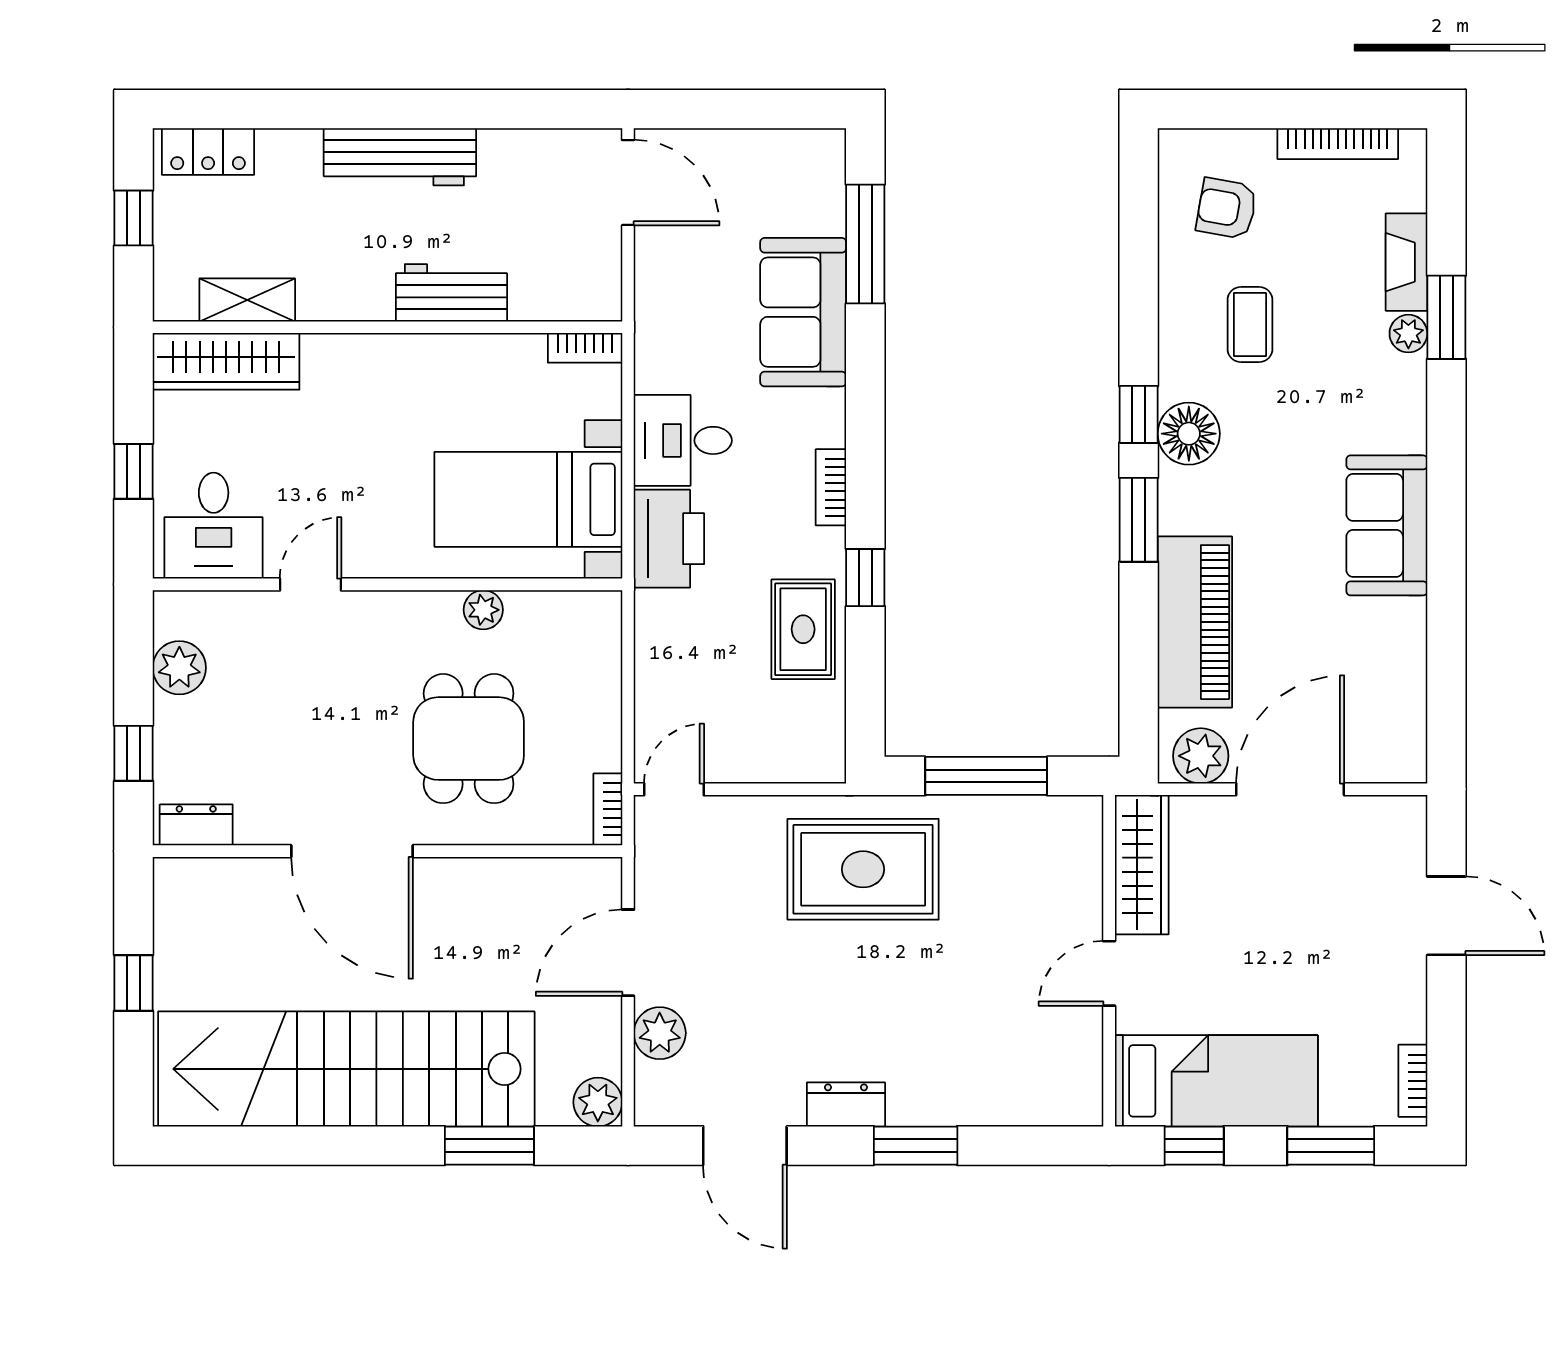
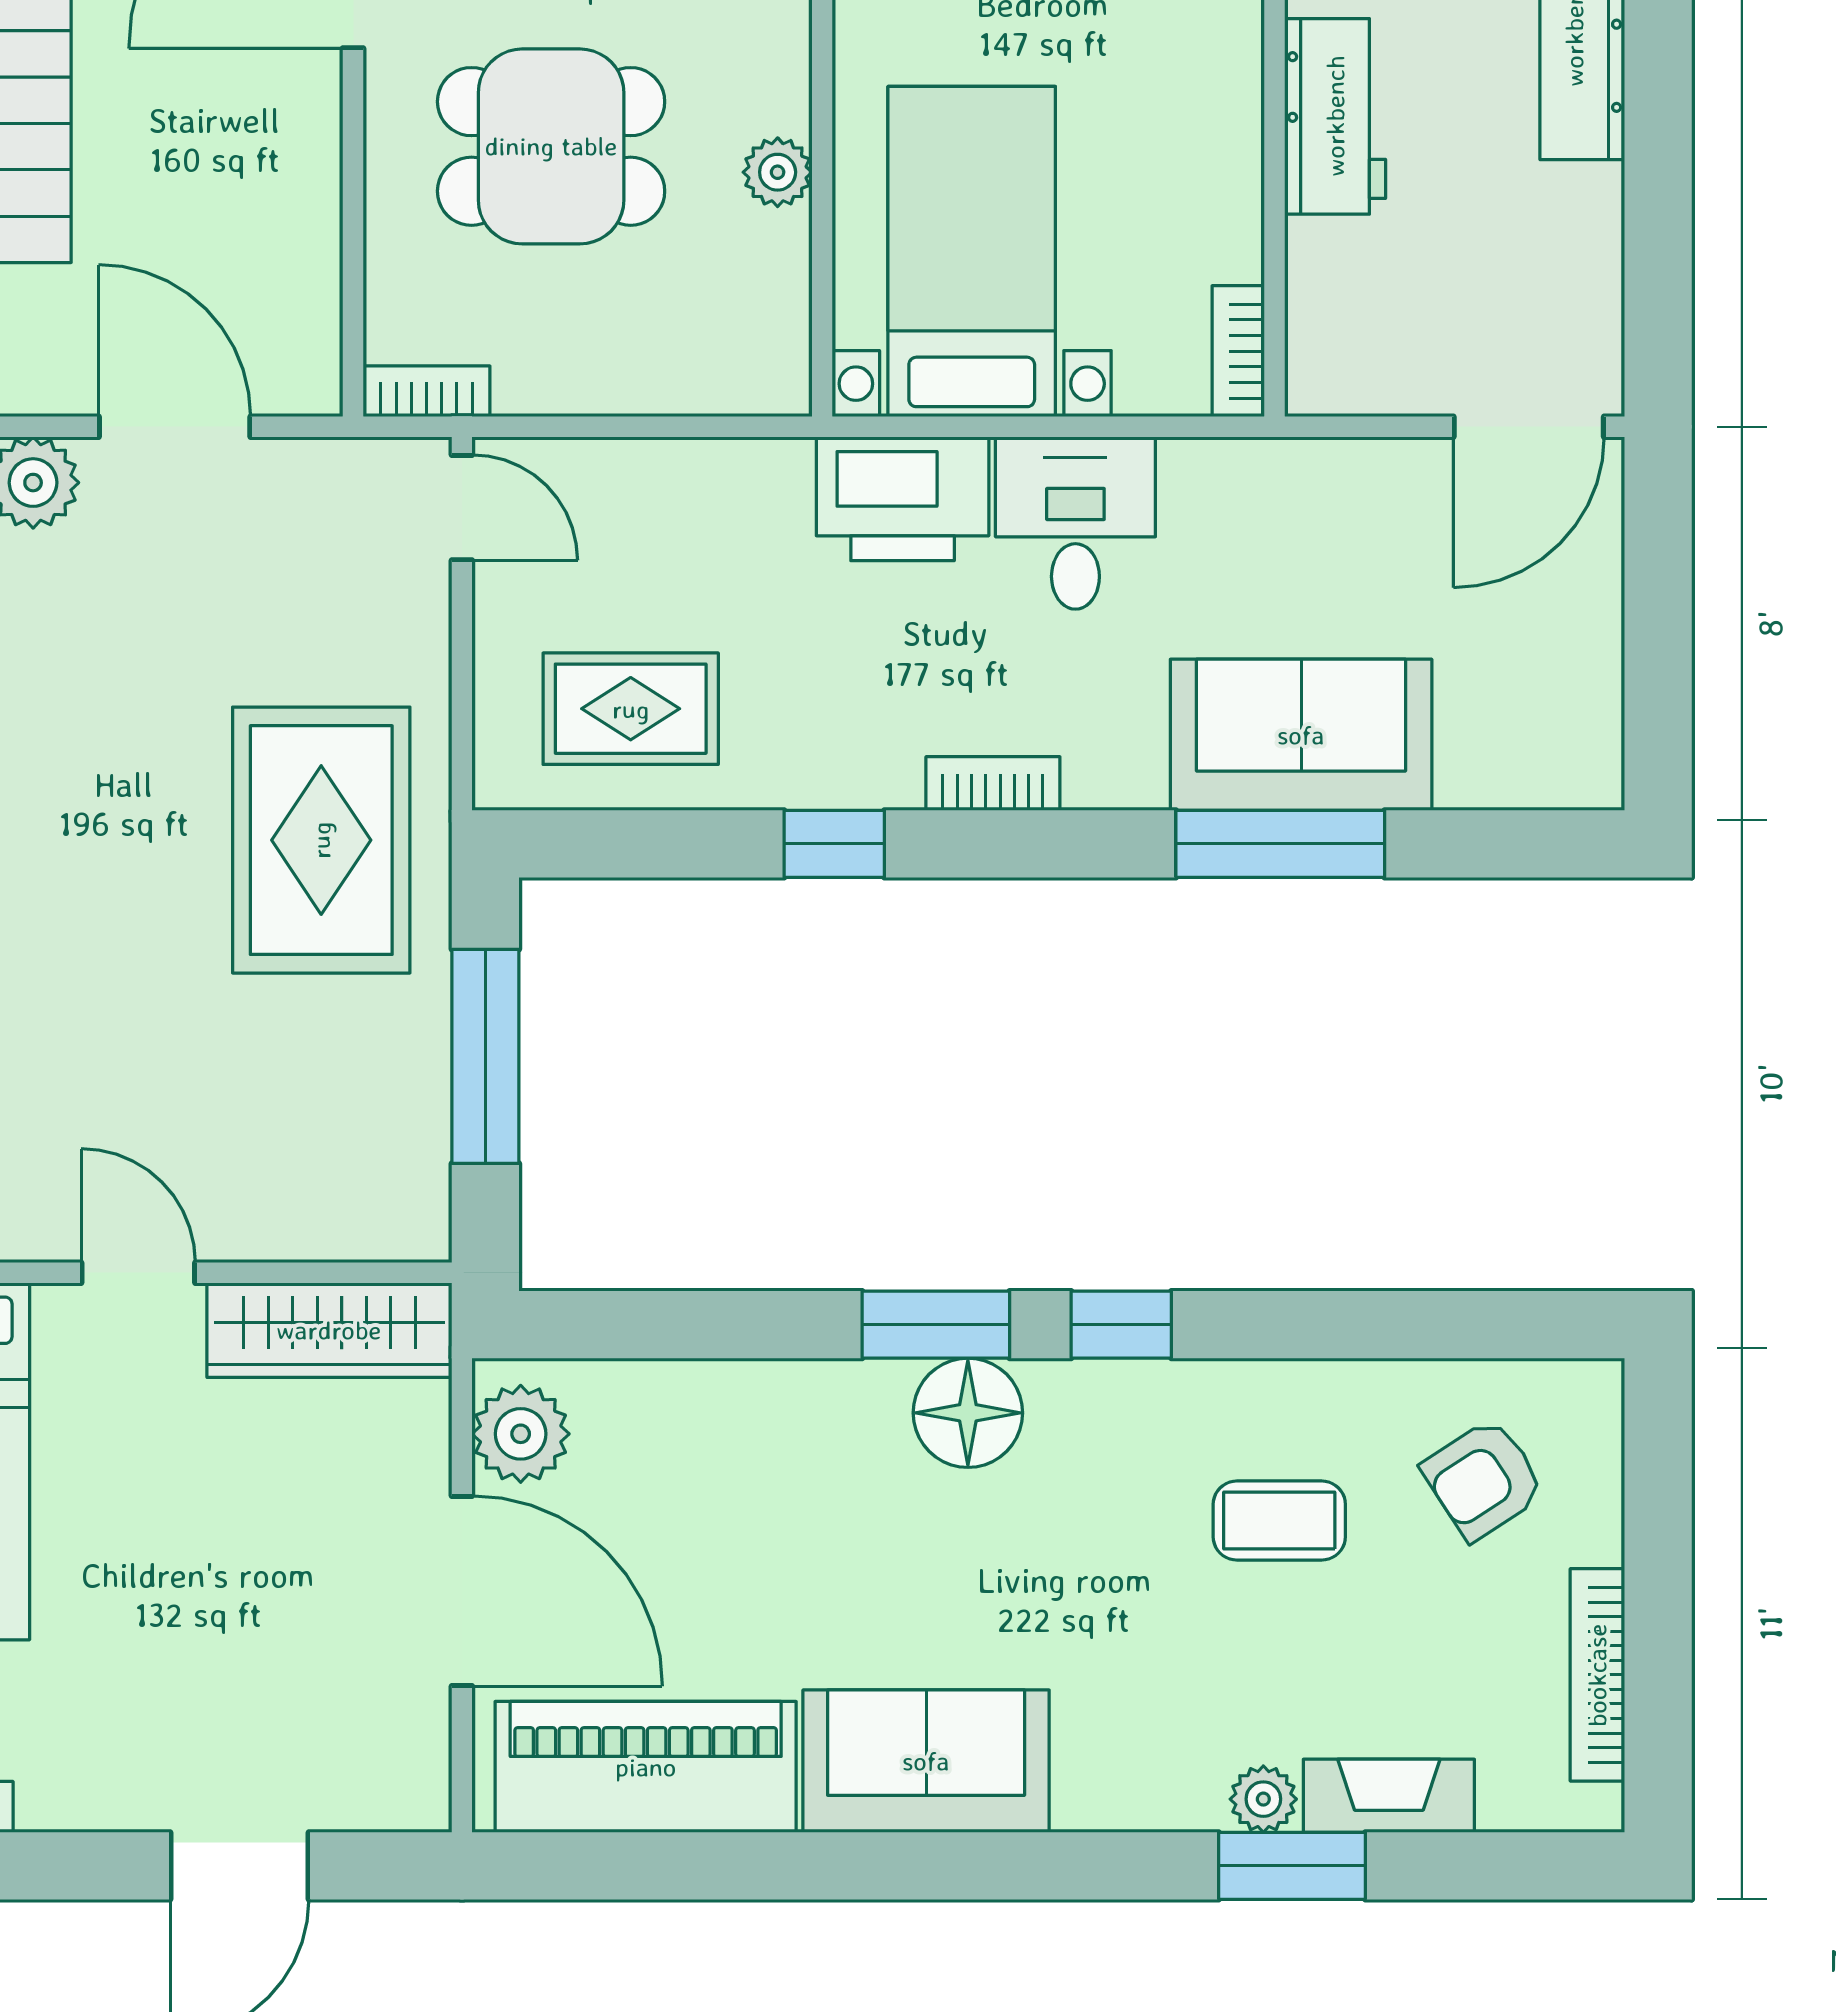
armchair: (1227, 208) -> (1483, 1479), turned -133
window: (865, 244) -> (1280, 844), moved
floor lamp: (1189, 434) -> (968, 1413), moved
piano: (1195, 622) -> (646, 1767), moved, turned 180
rug: (803, 629) -> (631, 709), moved

